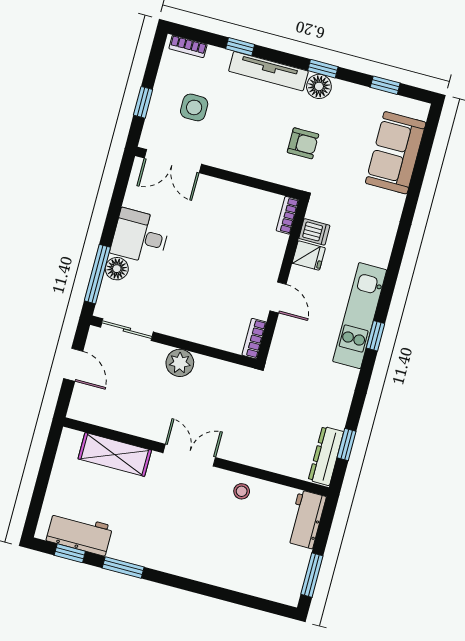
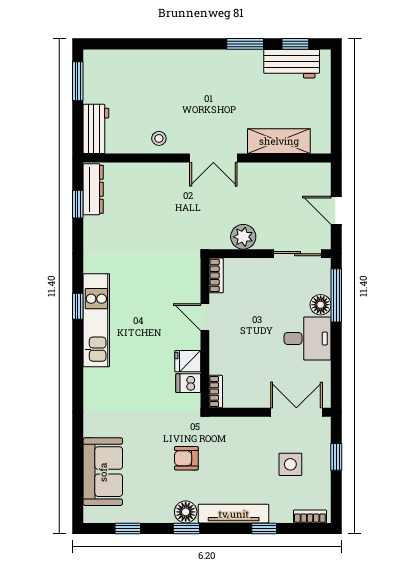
bookcase: (288, 215) -> (216, 392), moved
dishwasher: (314, 232) -> (188, 383), moved
fridge: (309, 255) -> (188, 361), moved
wall: (282, 281) -> (205, 333), moved
door: (278, 297) -> (205, 317), moved
bookcase: (254, 339) -> (216, 275), moved

